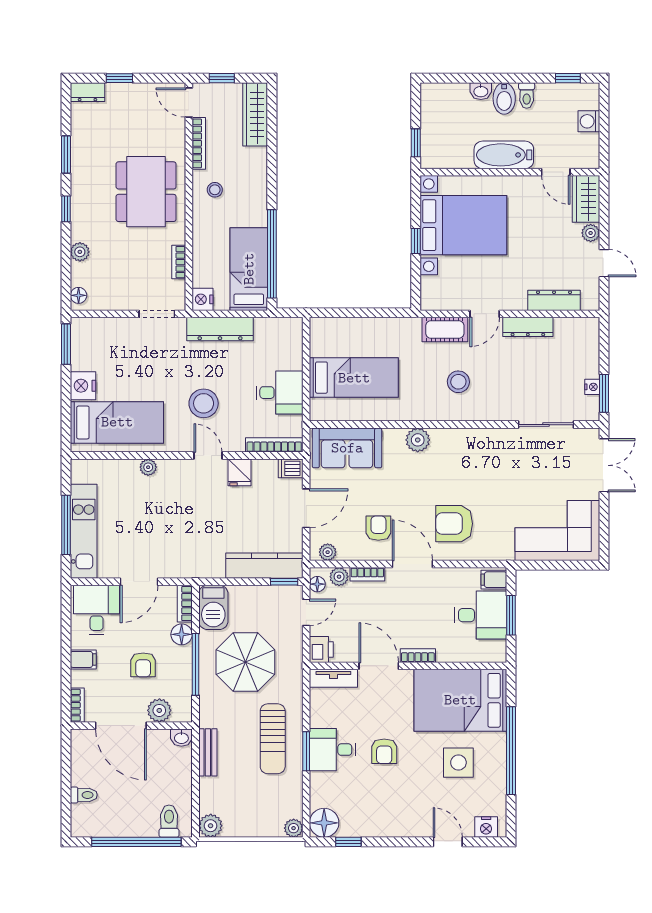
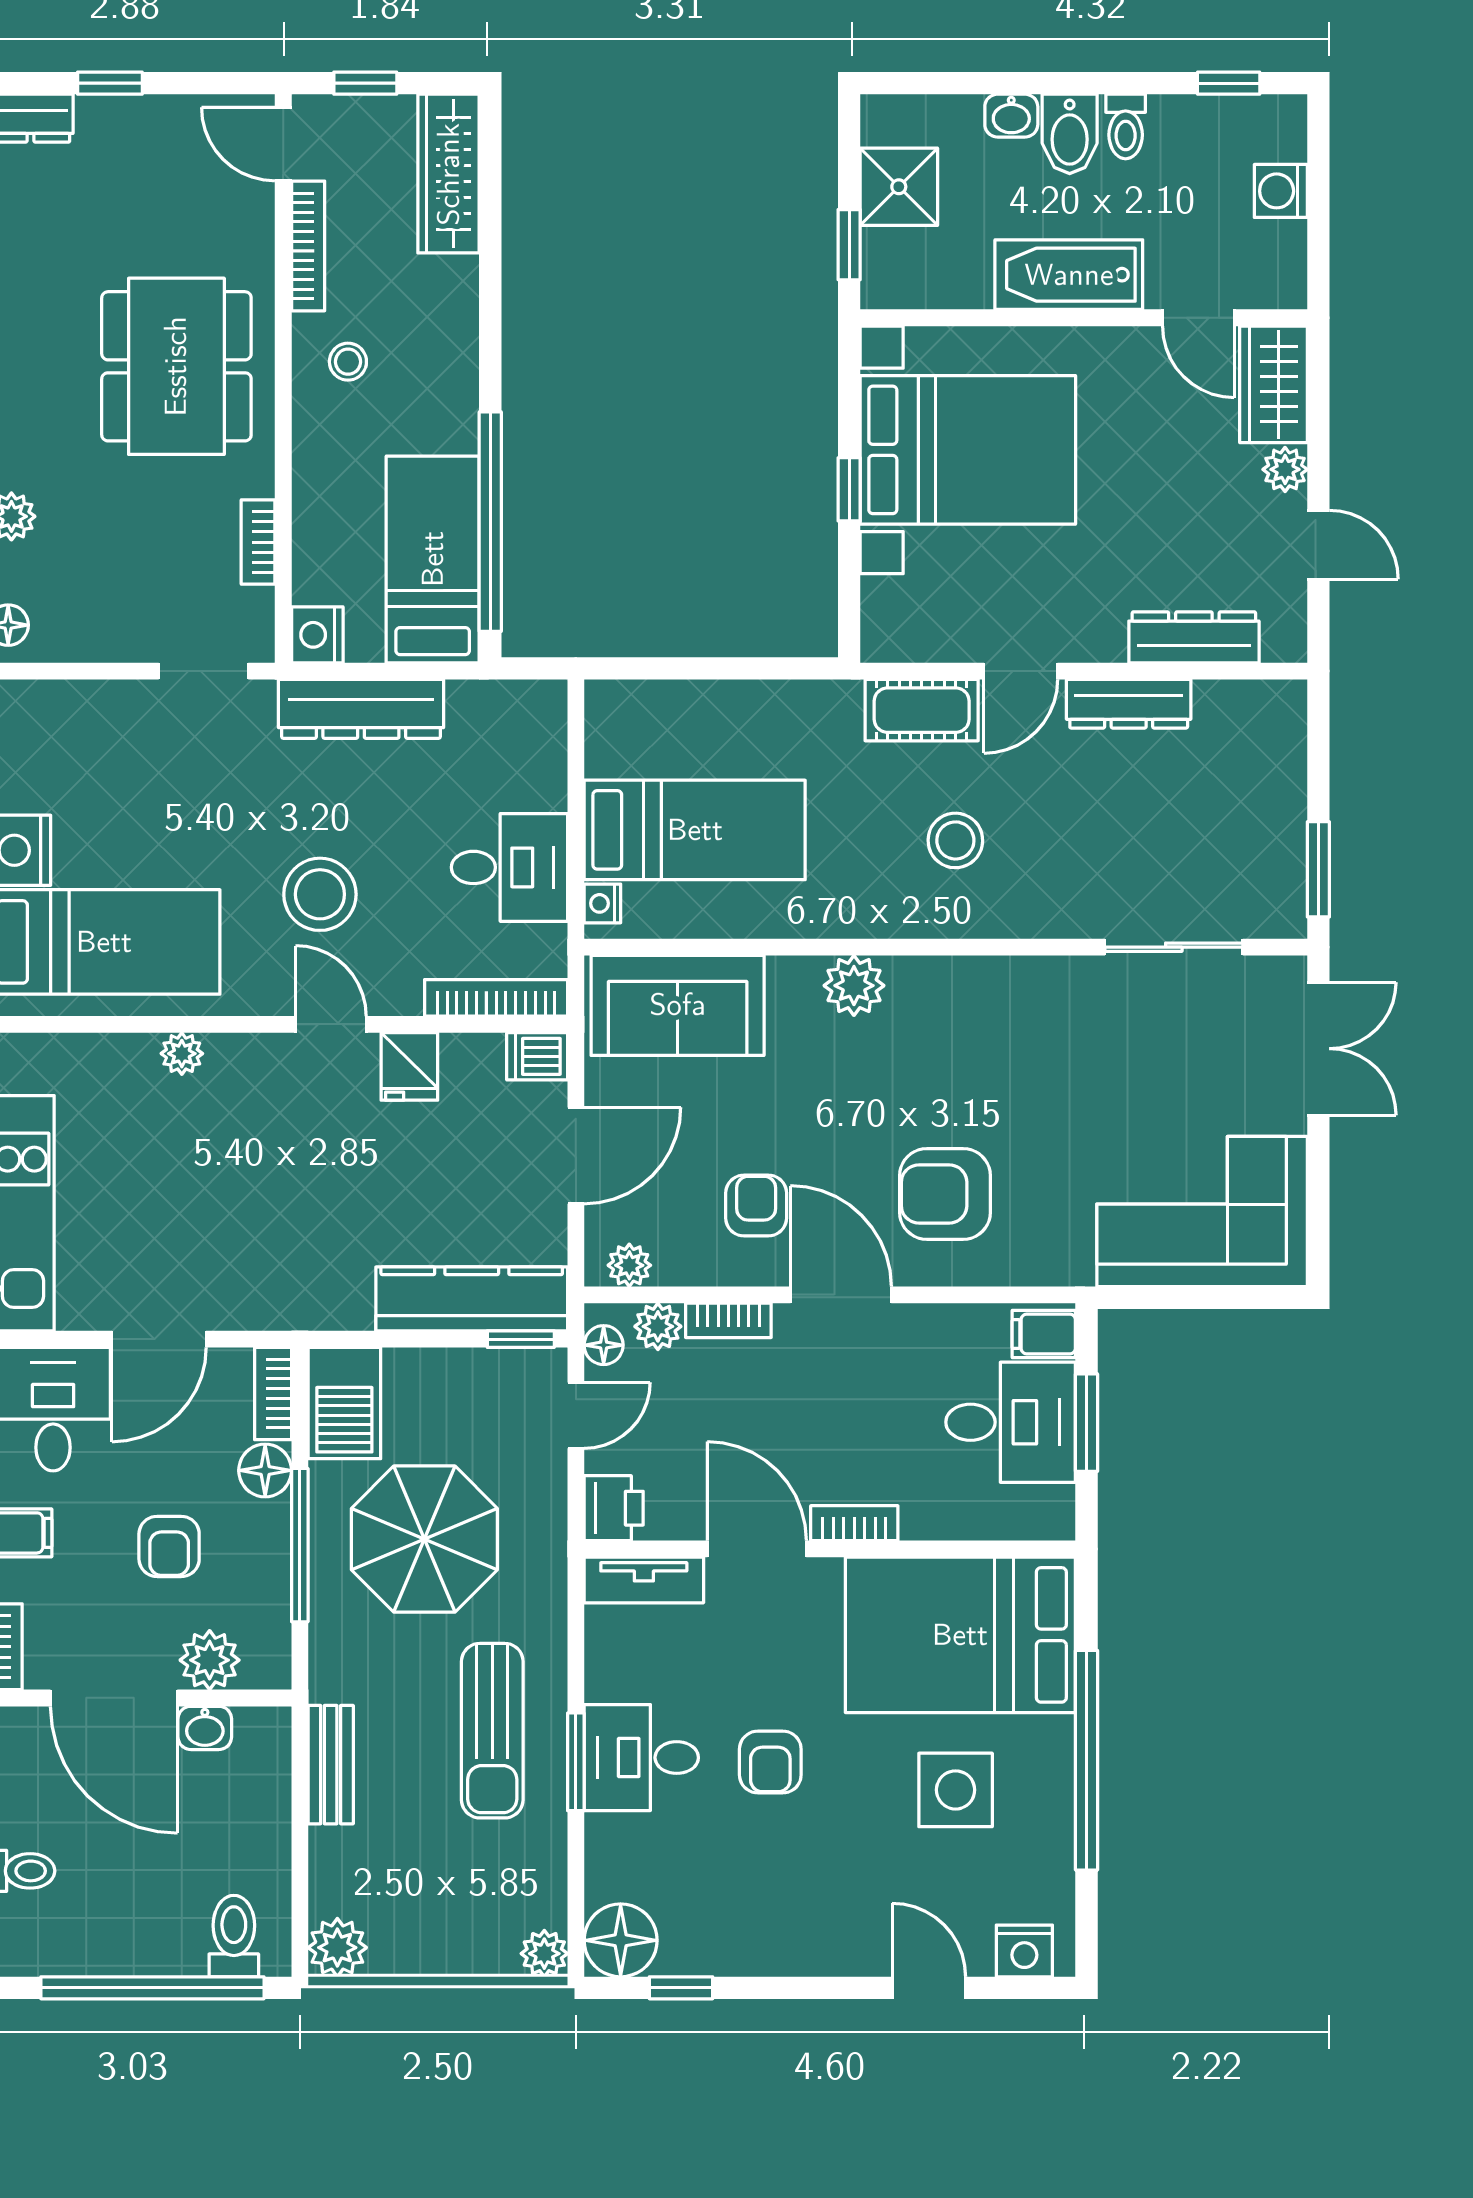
shower: (436, 120) -> (899, 187), added
nightstand: (592, 387) -> (602, 903), moved, turned 180
washbasin: (181, 738) -> (205, 1728), moved

